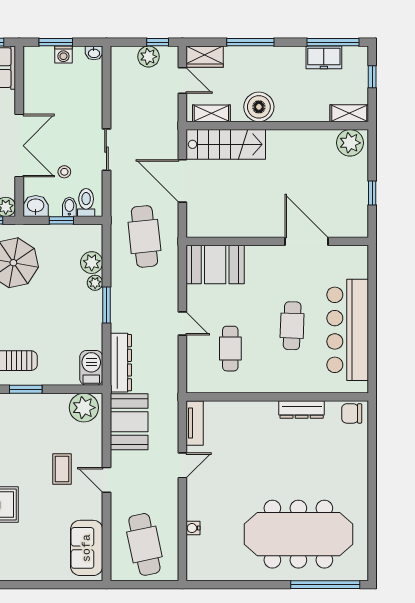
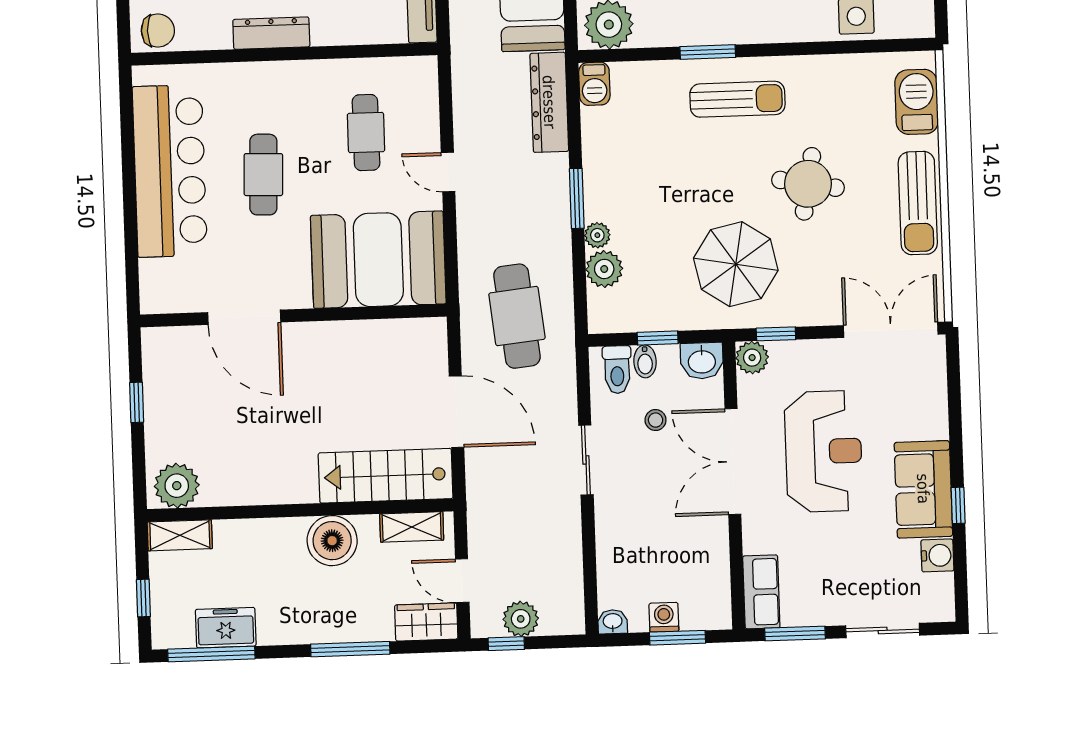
booth: (215, 265) -> (378, 260), width x1.36, depth x1.42
barbecue: (91, 368) -> (594, 84), width x0.73, depth x0.79
dresser: (302, 410) -> (271, 33), moved

